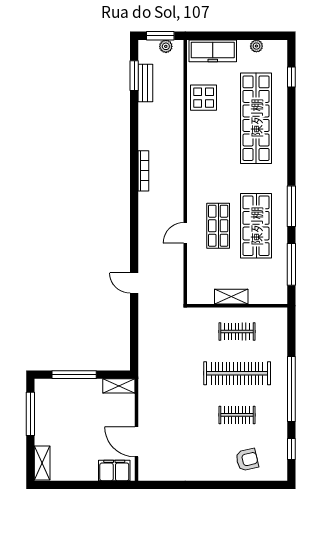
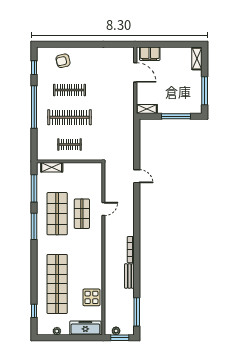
window: (134, 76) -> (137, 312), width x1.44
bench: (145, 83) -> (129, 276), moved
shelving: (231, 297) -> (52, 167), moved
clothes rail: (237, 415) -> (70, 90), width x1.36

